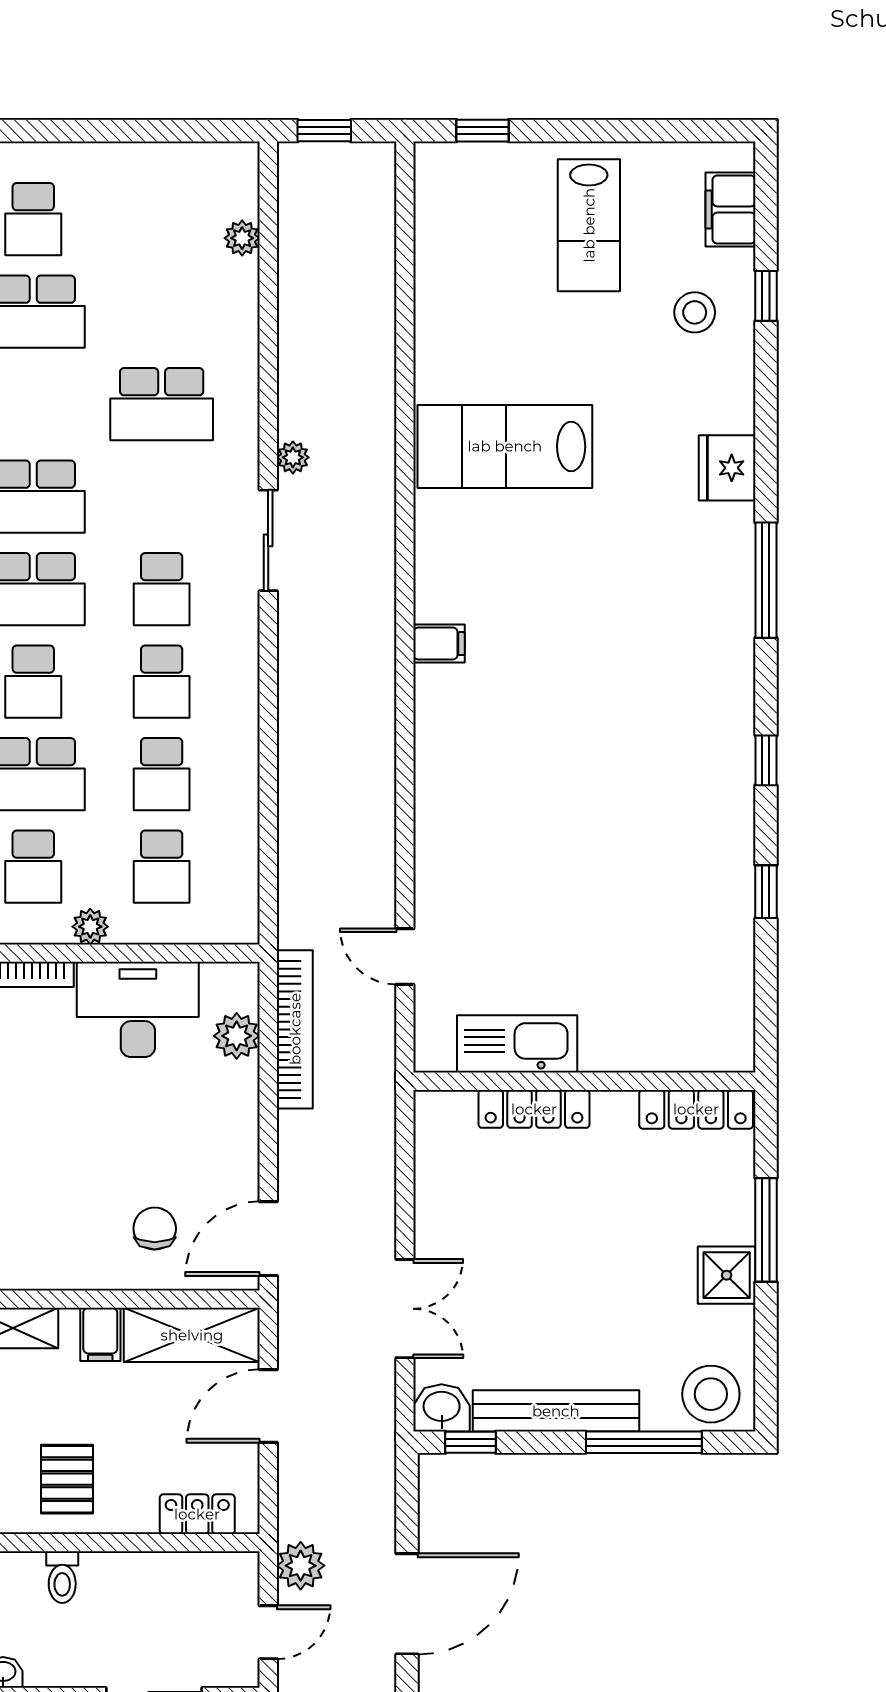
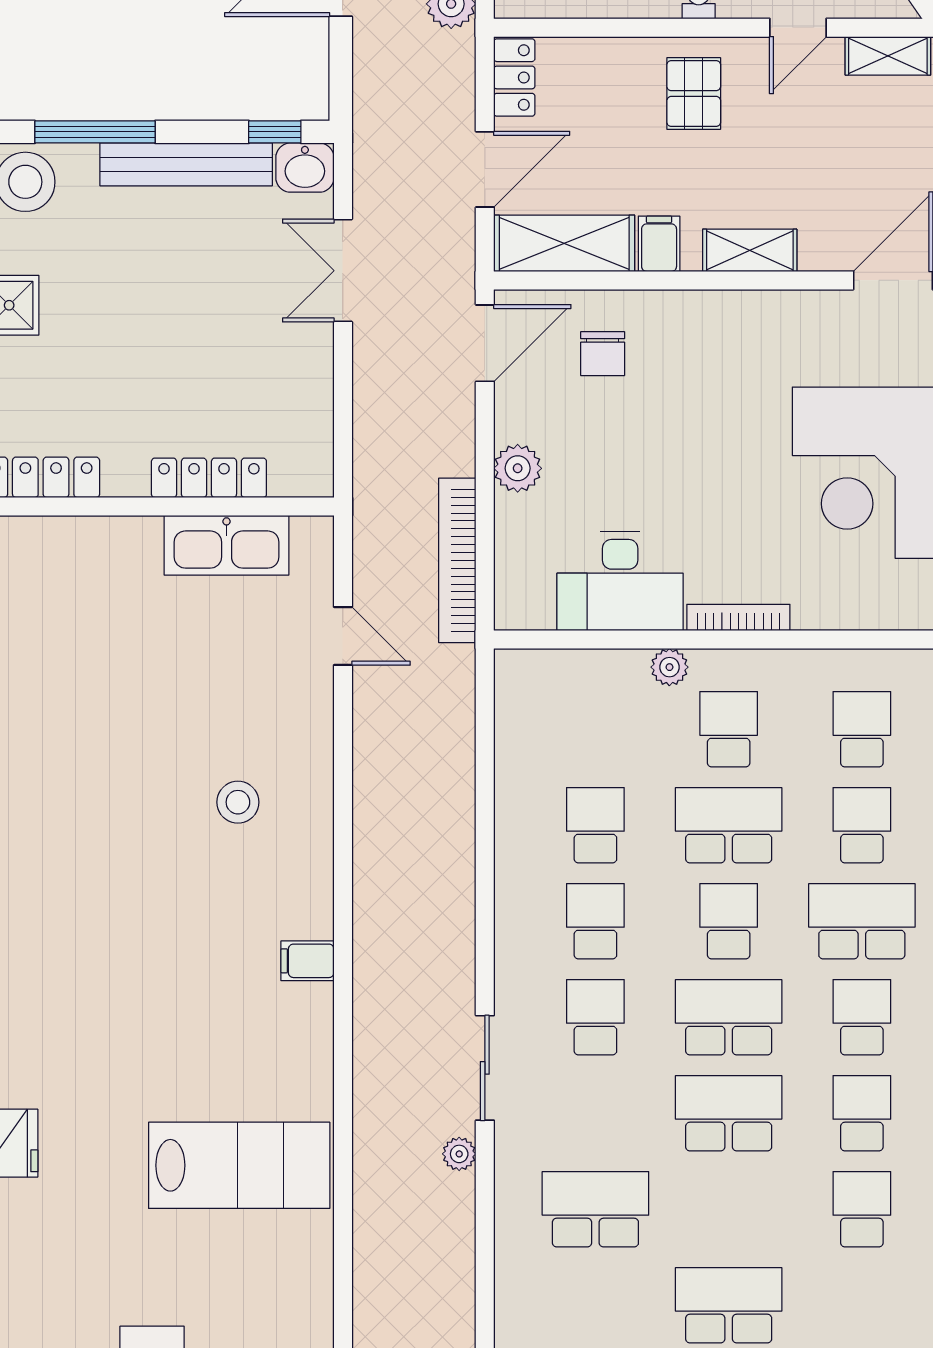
stool: (695, 312) -> (238, 802), moved
school desk: (162, 867) -> (595, 729), removed
plant: (237, 1036) -> (518, 468), moved
locker: (197, 1514) -> (514, 77), moved, turned -90

